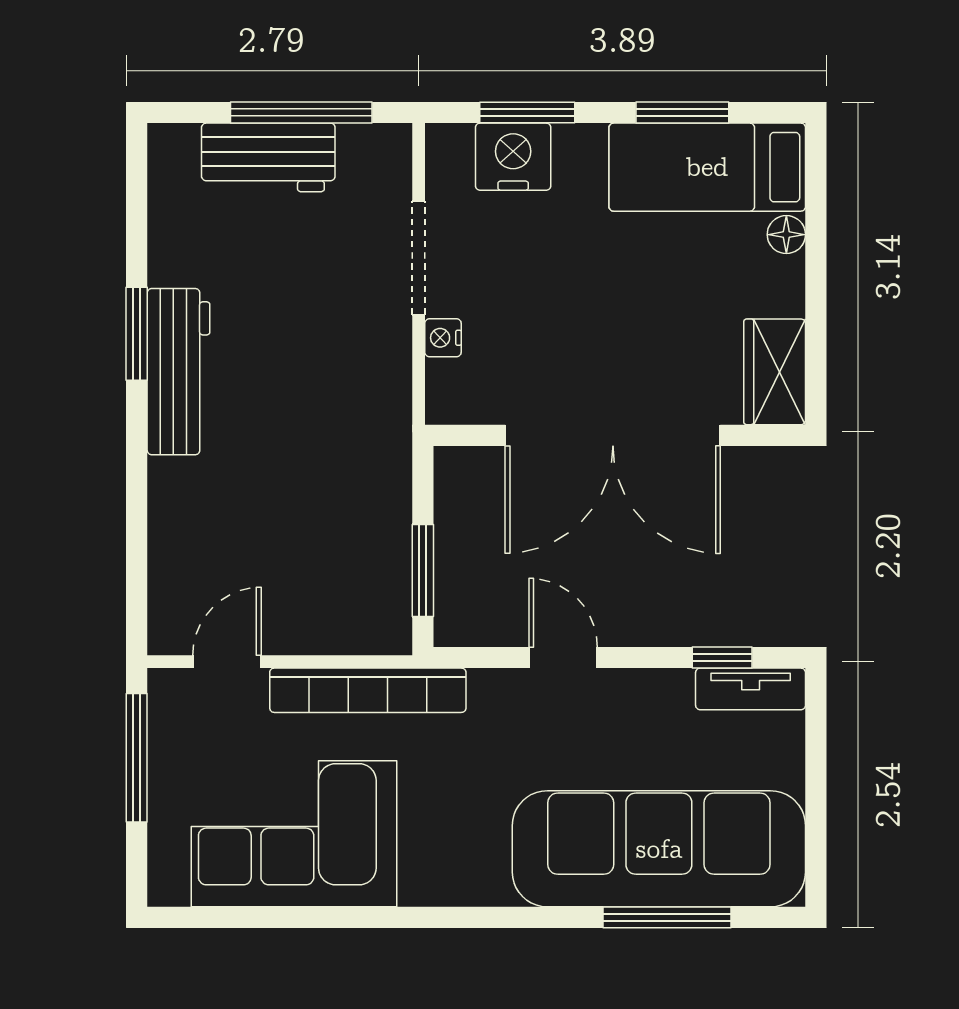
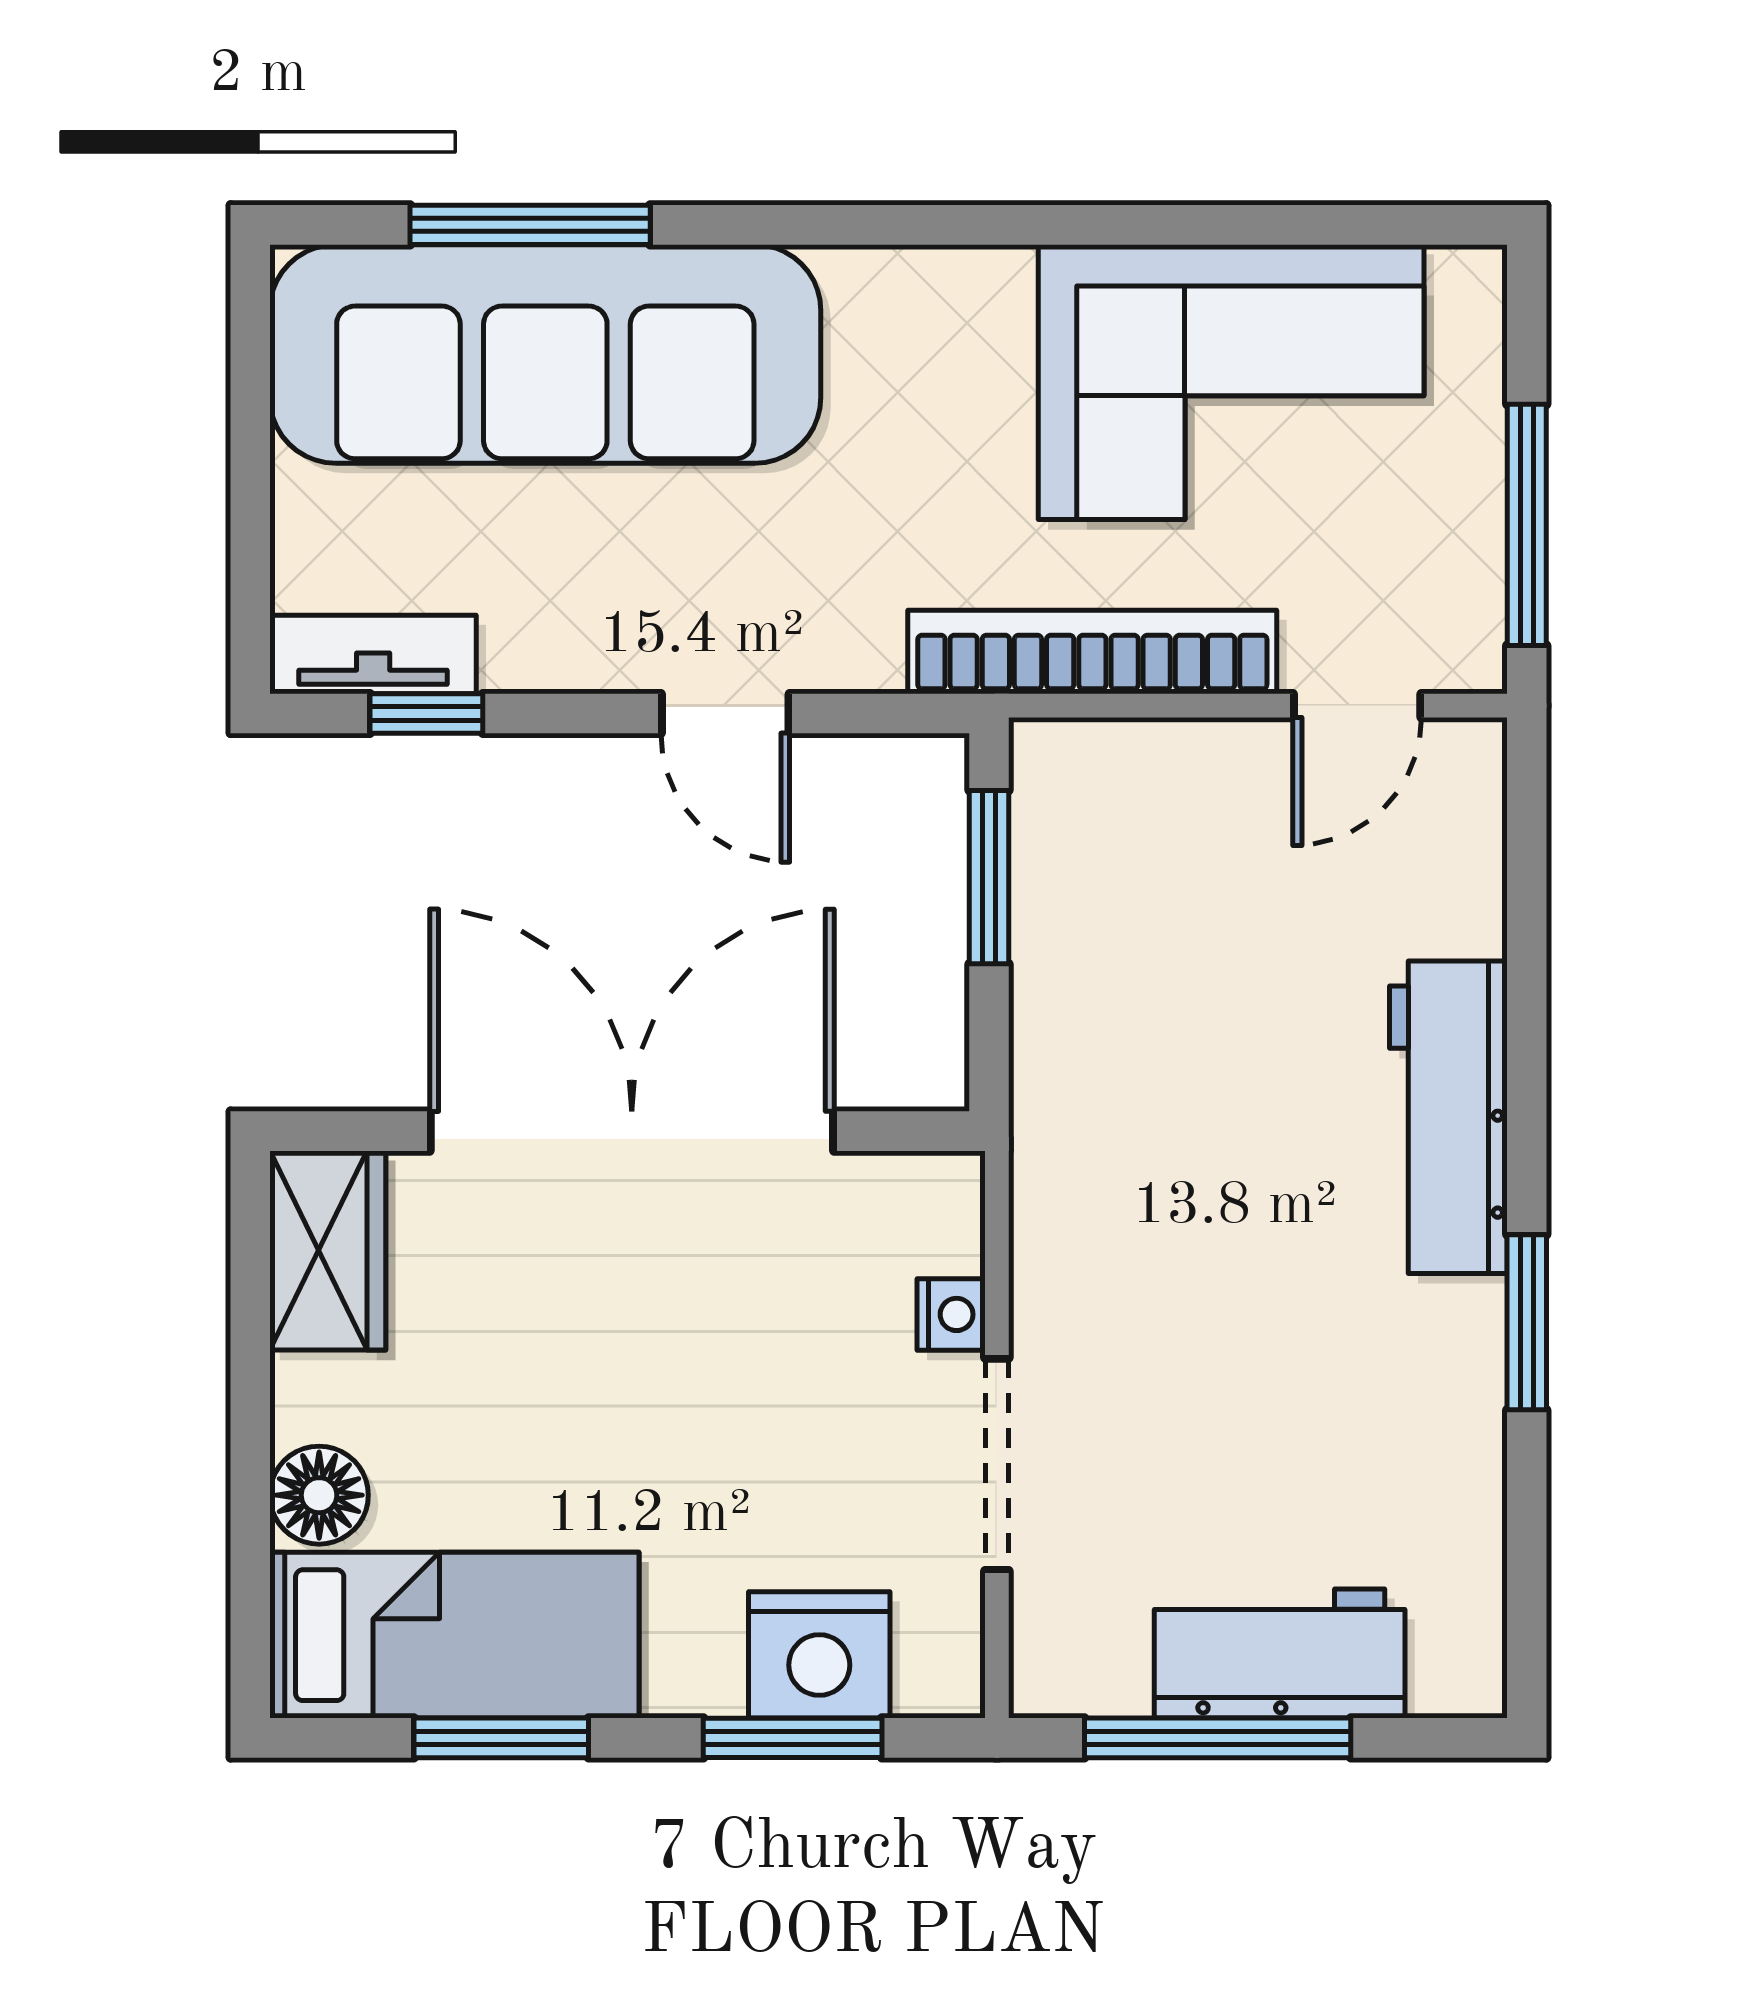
floor lamp: (786, 235) -> (319, 1495), width x1.37, depth x1.37
workbench: (178, 372) -> (1448, 1117), moved

